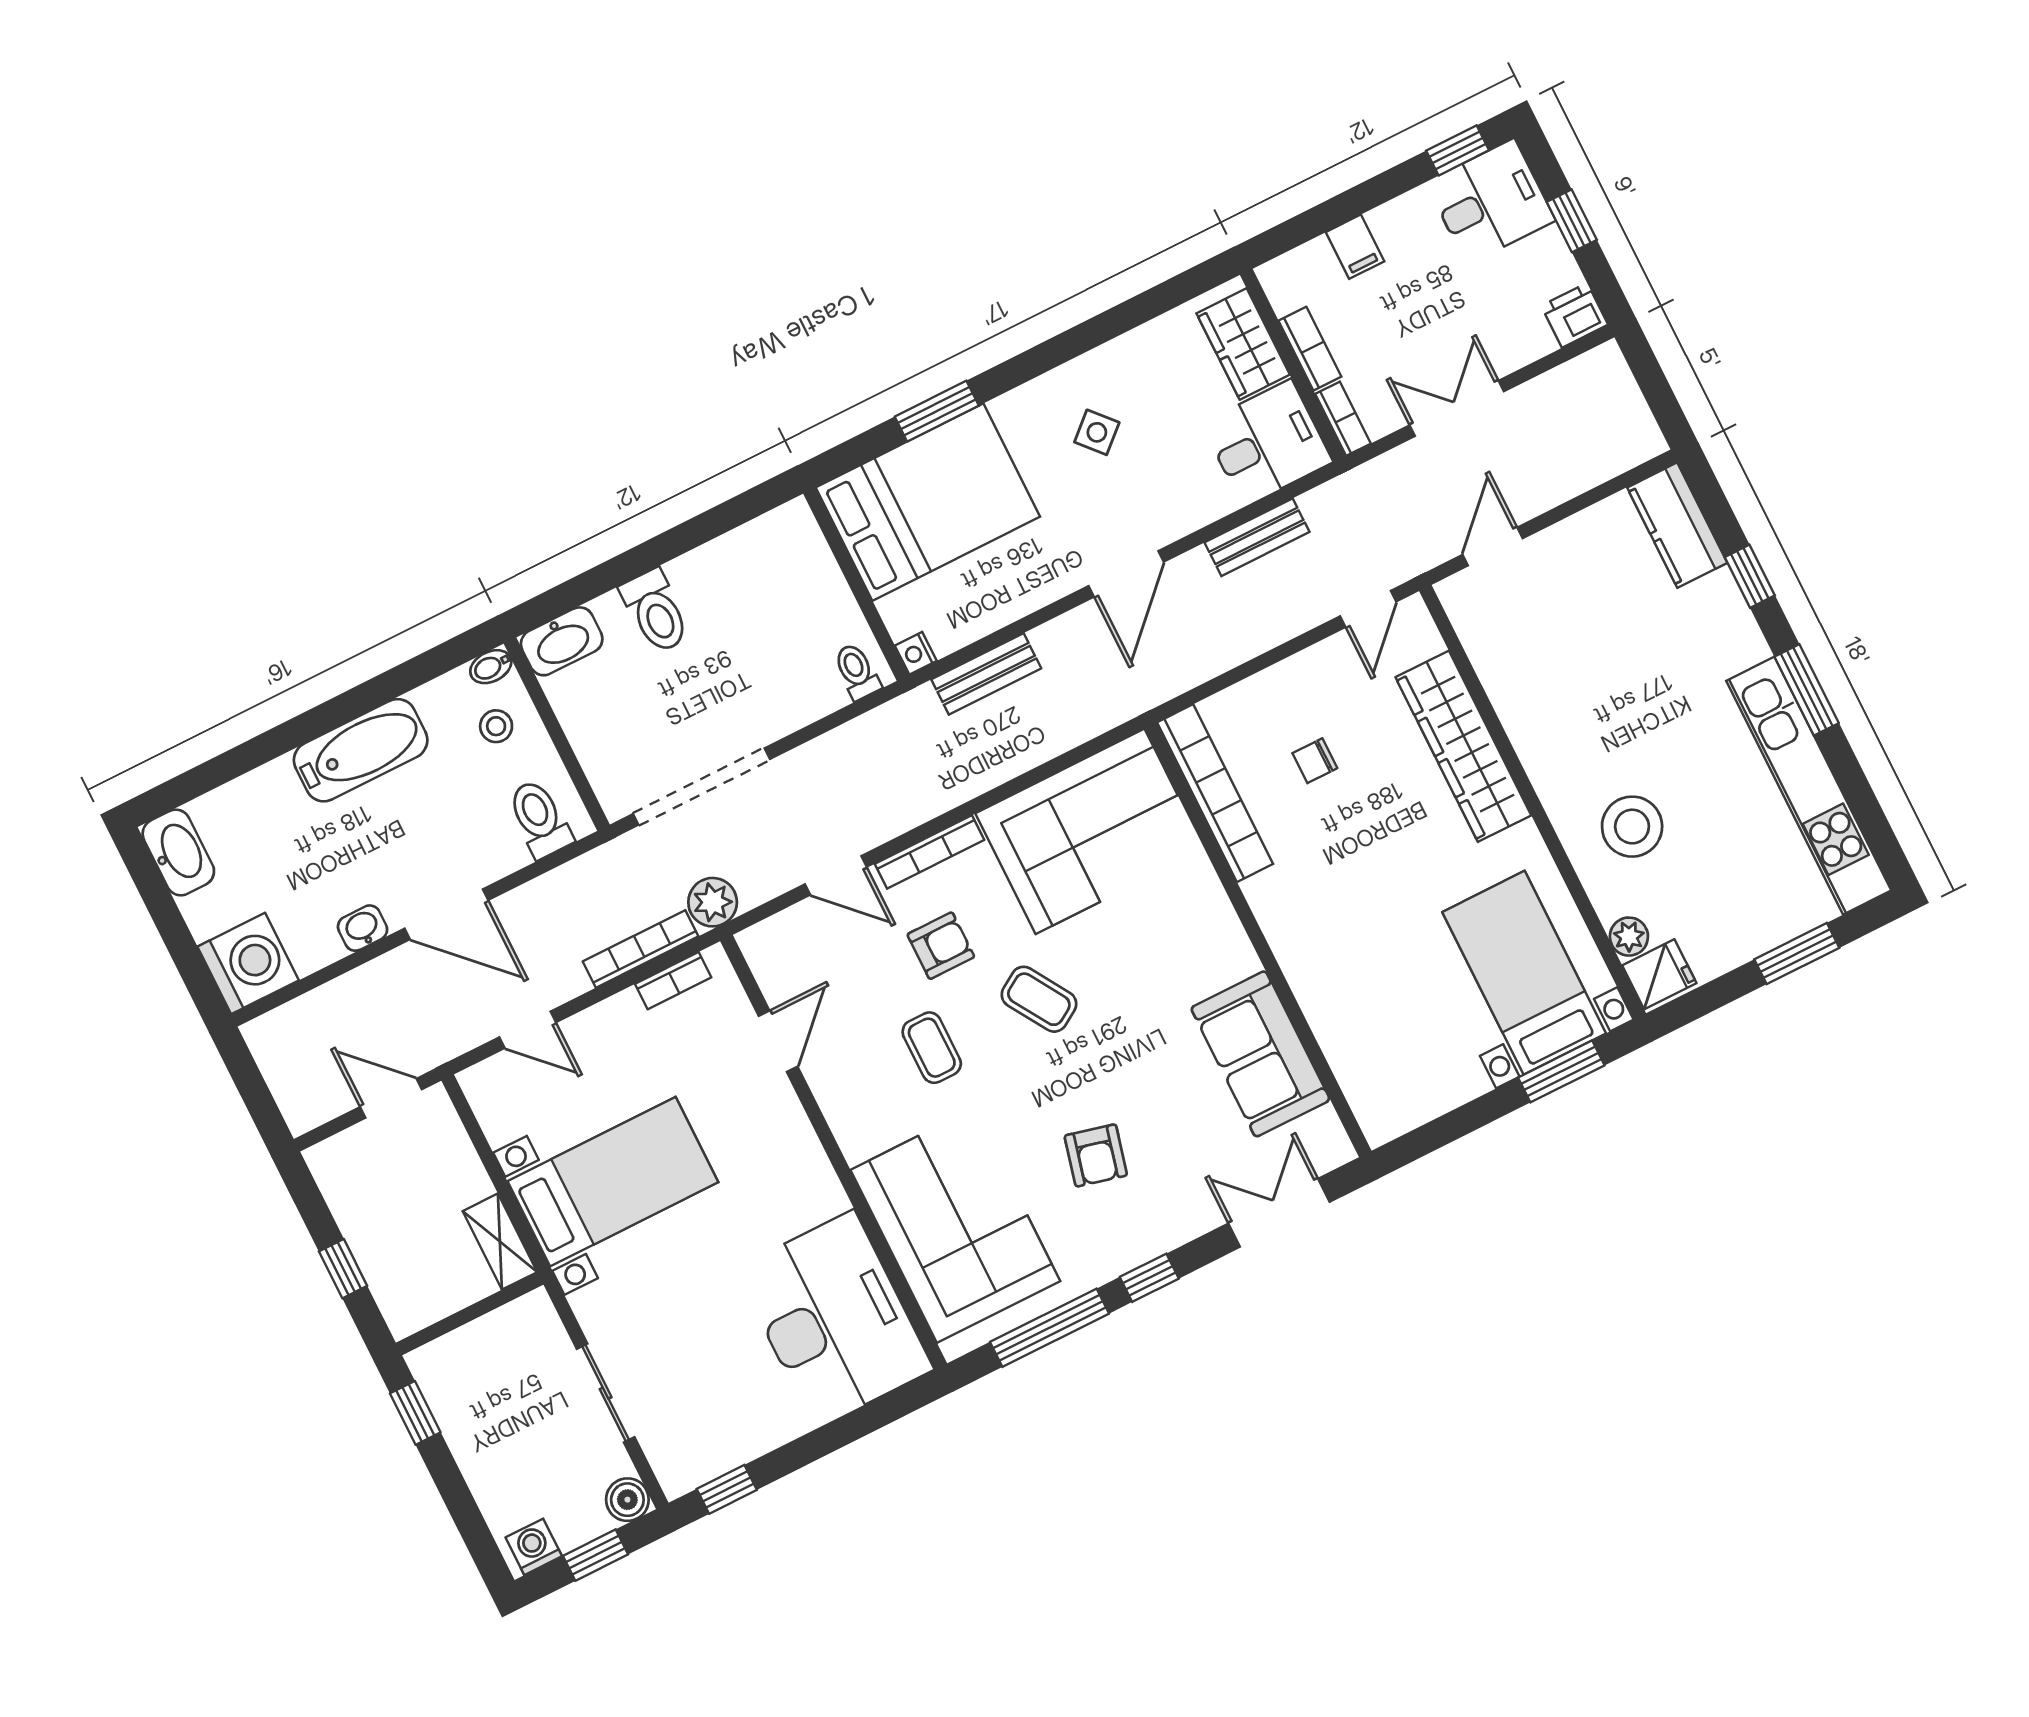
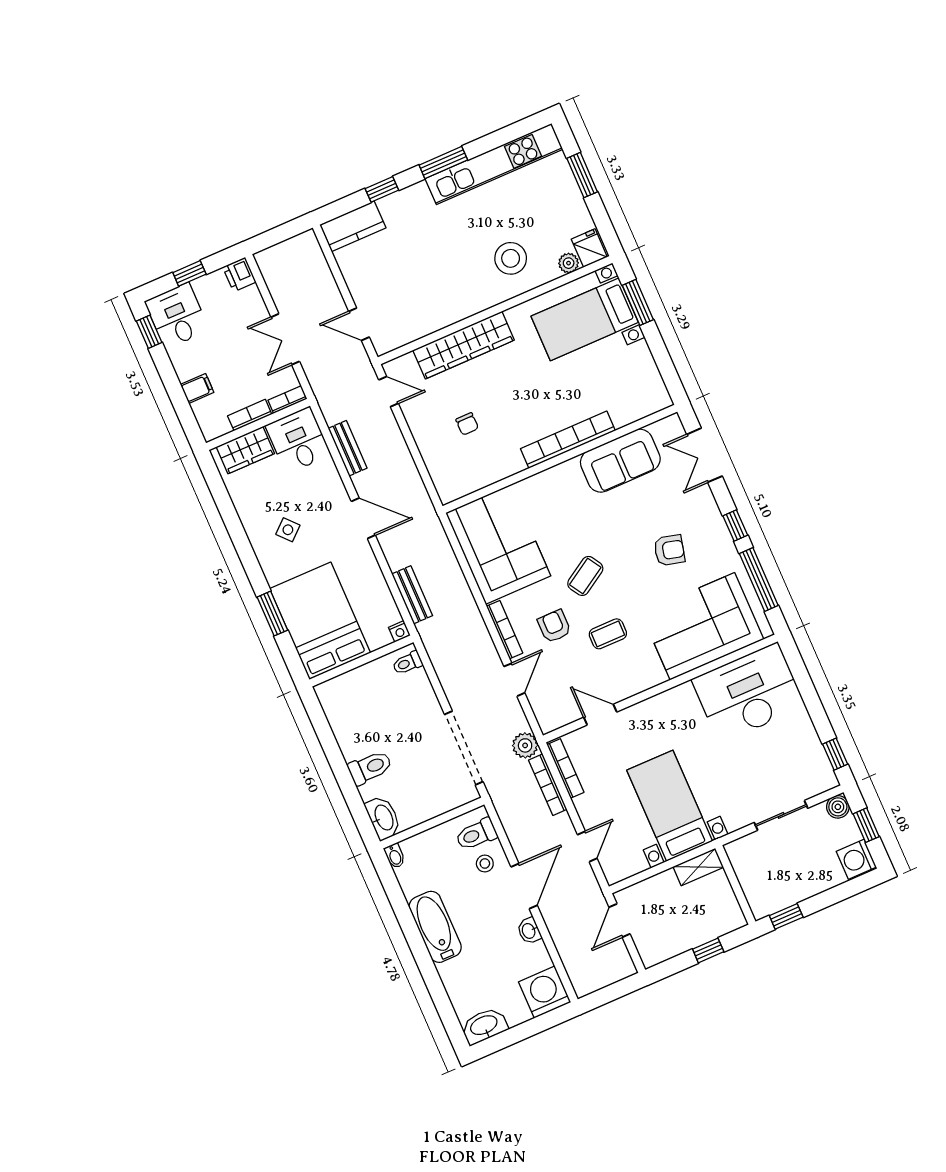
stool: (496, 726) -> (485, 864), moved
bookcase: (1215, 793) -> (568, 440), moved
bookcase: (673, 981) -> (565, 768), width x1.56
washing machine: (534, 1547) -> (856, 859), width x1.38, depth x1.38

